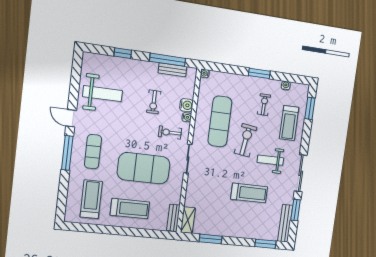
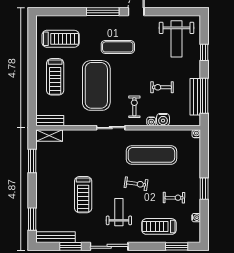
bench: (172, 70) -> (195, 97), width x1.36
weight bench: (103, 94) -> (177, 39), moved
exercise bike: (246, 140) -> (136, 184), width x0.73, depth x0.72
exercise mat: (93, 152) -> (118, 47), moved

